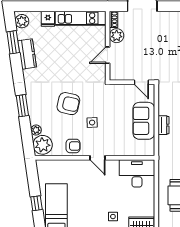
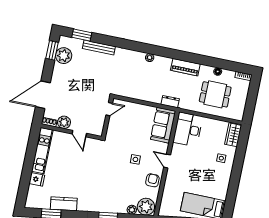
plant: (22, 21) -> (34, 202), removed
armchair: (68, 104) -> (115, 177), removed
sofa: (144, 121) -> (163, 125), moved, turned 90
dresser: (163, 125) -> (170, 102), moved
door: (98, 158) -> (167, 161), swing flipped

